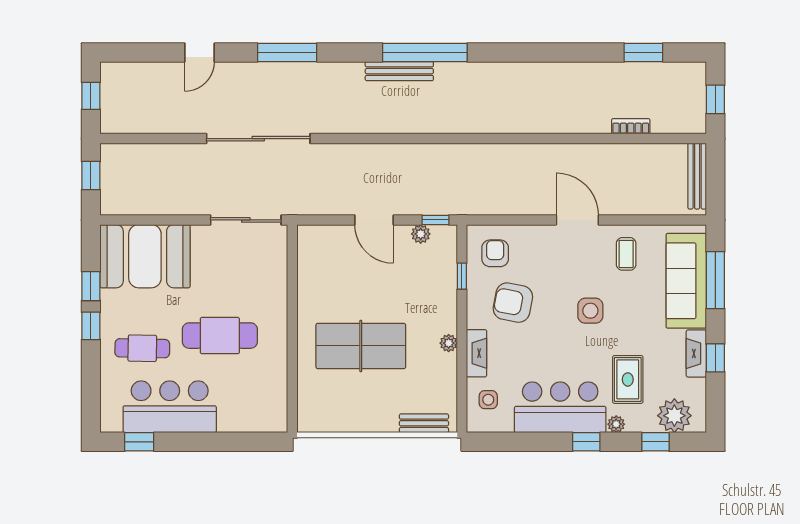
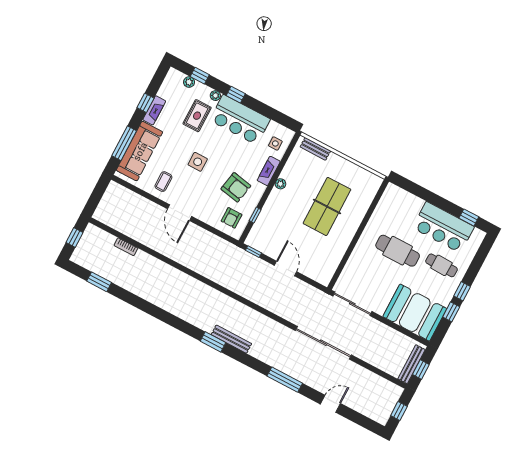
window: (425, 53) -> (213, 342), width x0.47
bench: (697, 176) -> (411, 364), moved
plant: (421, 234) -> (265, 248), removed
table tennis table: (361, 346) -> (327, 206), turned 90
plant: (674, 416) -> (189, 82), width x0.53, depth x0.53

